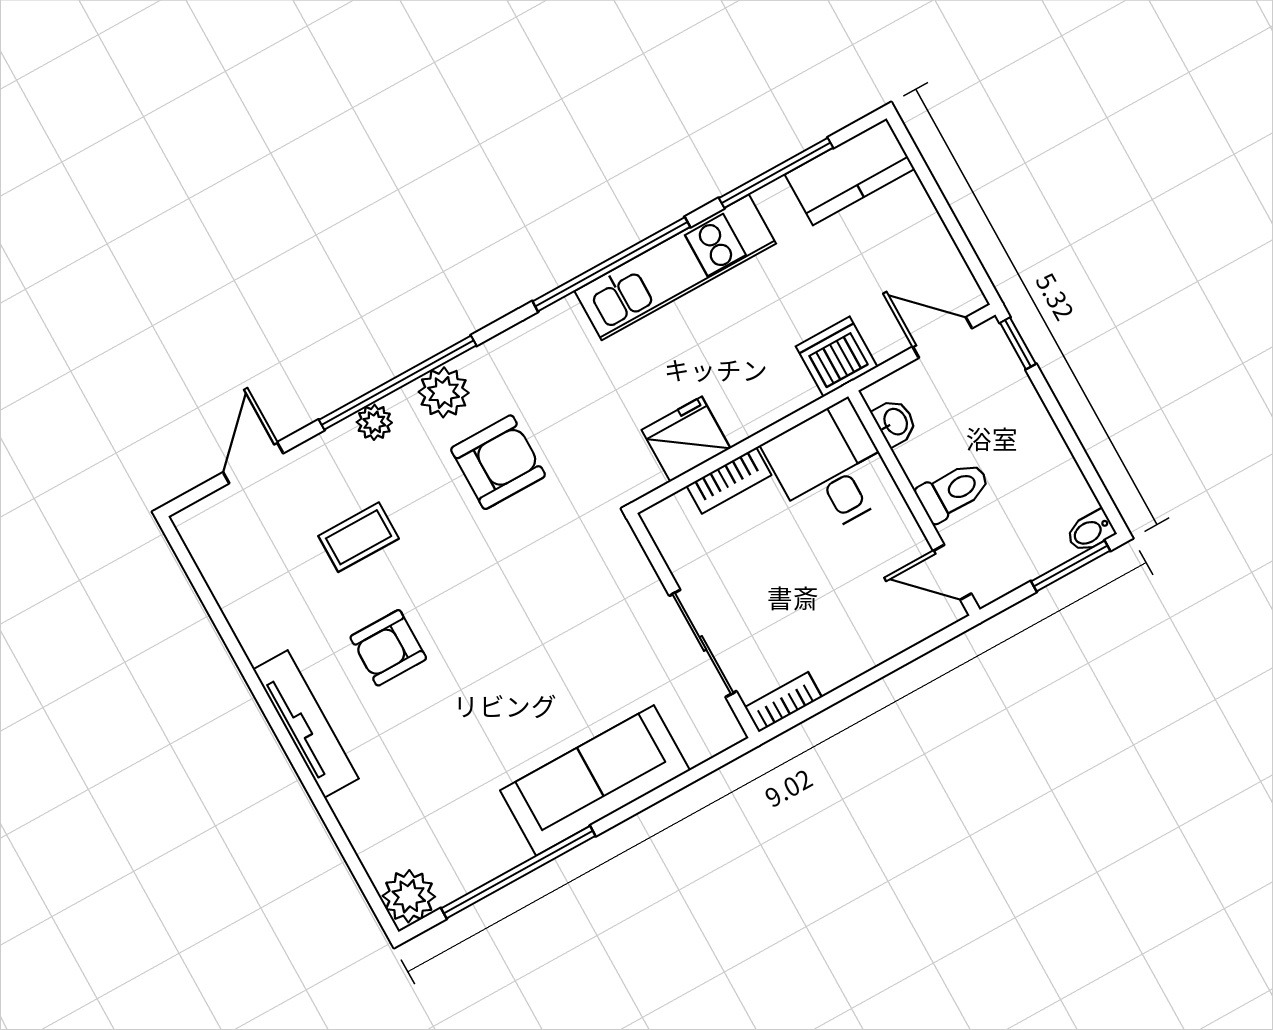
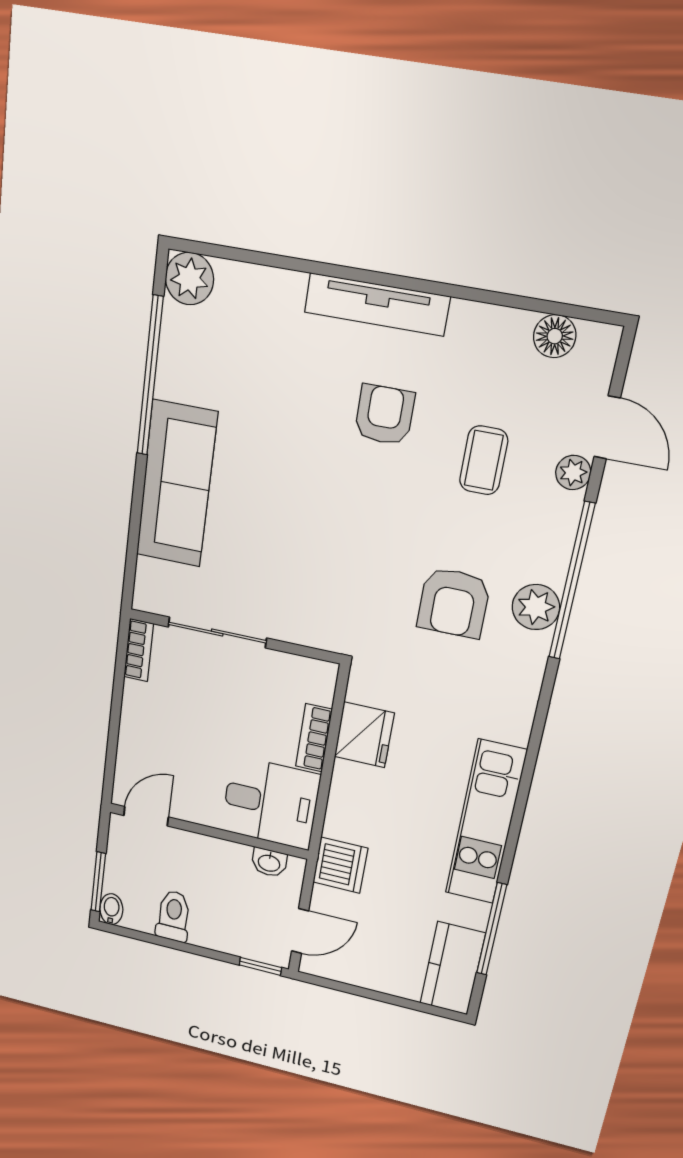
window: (611, 264) -> (524, 787), removed
plant: (374, 422) -> (573, 473), moved
toilet: (953, 491) -> (173, 916), moved, turned 180
floor lamp: (218, 563) -> (555, 336), added

